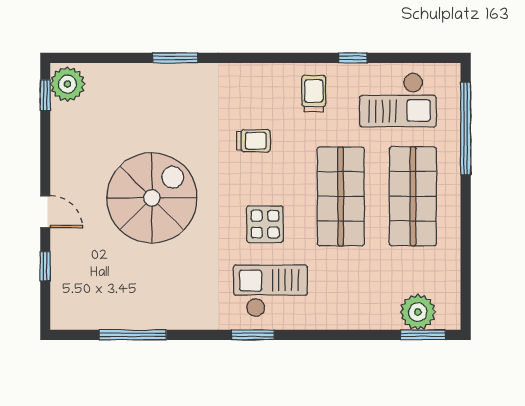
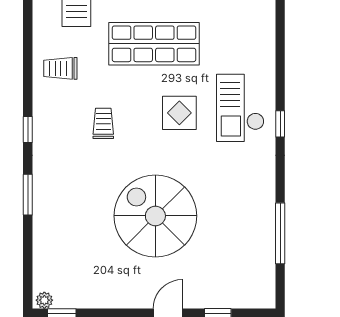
window: (353, 58) -> (28, 130), moved
plant: (67, 84) -> (44, 300), width x0.53, depth x0.53
window: (253, 335) -> (280, 124), width x0.67

